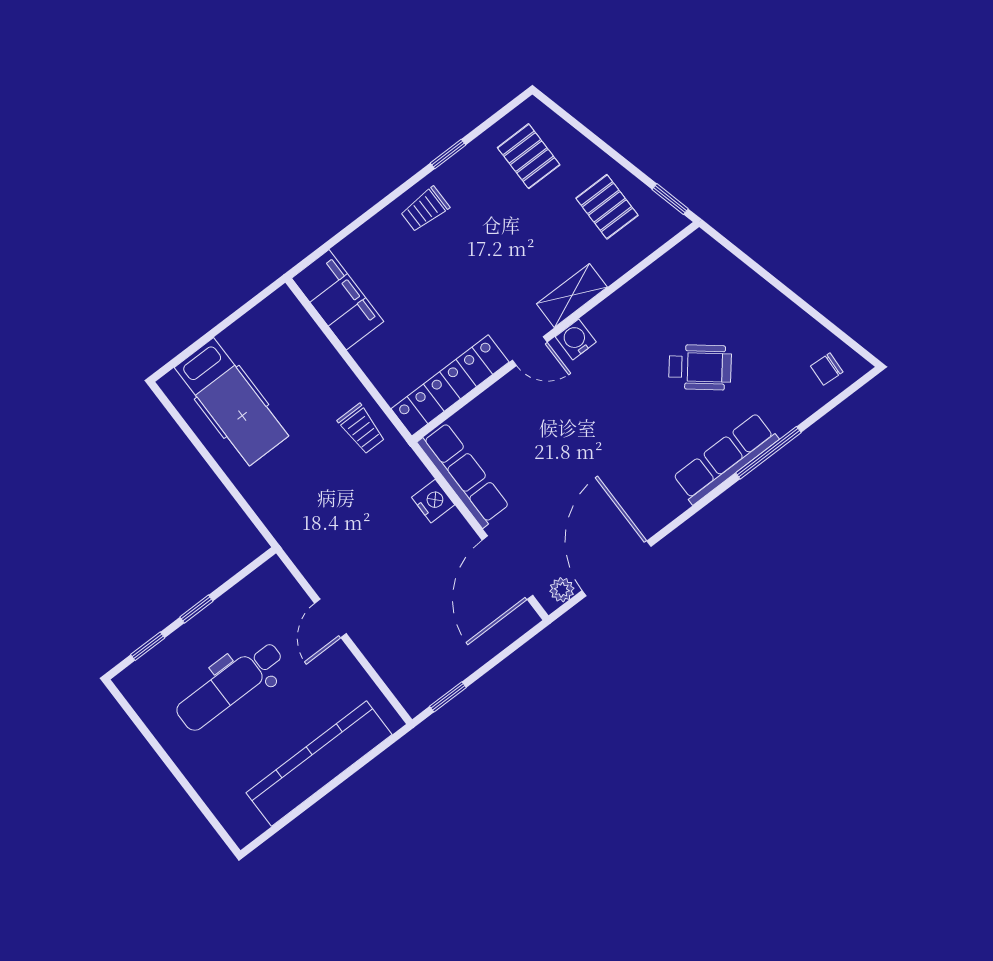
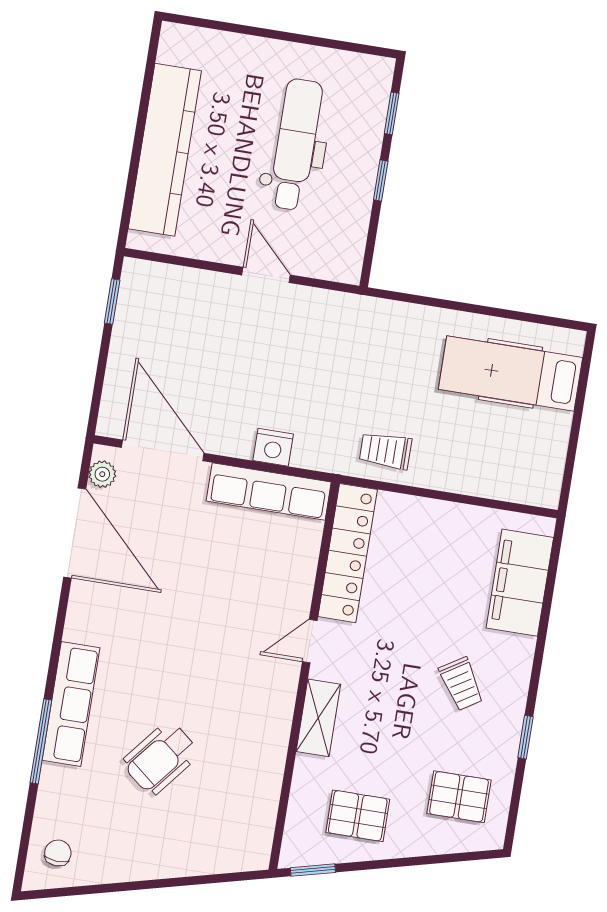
trolley: (425, 209) -> (461, 684), moved, turned 148
filing cabinet: (338, 300) -> (520, 583), moved, turned 90
water cooler: (576, 339) -> (282, 686), removed

